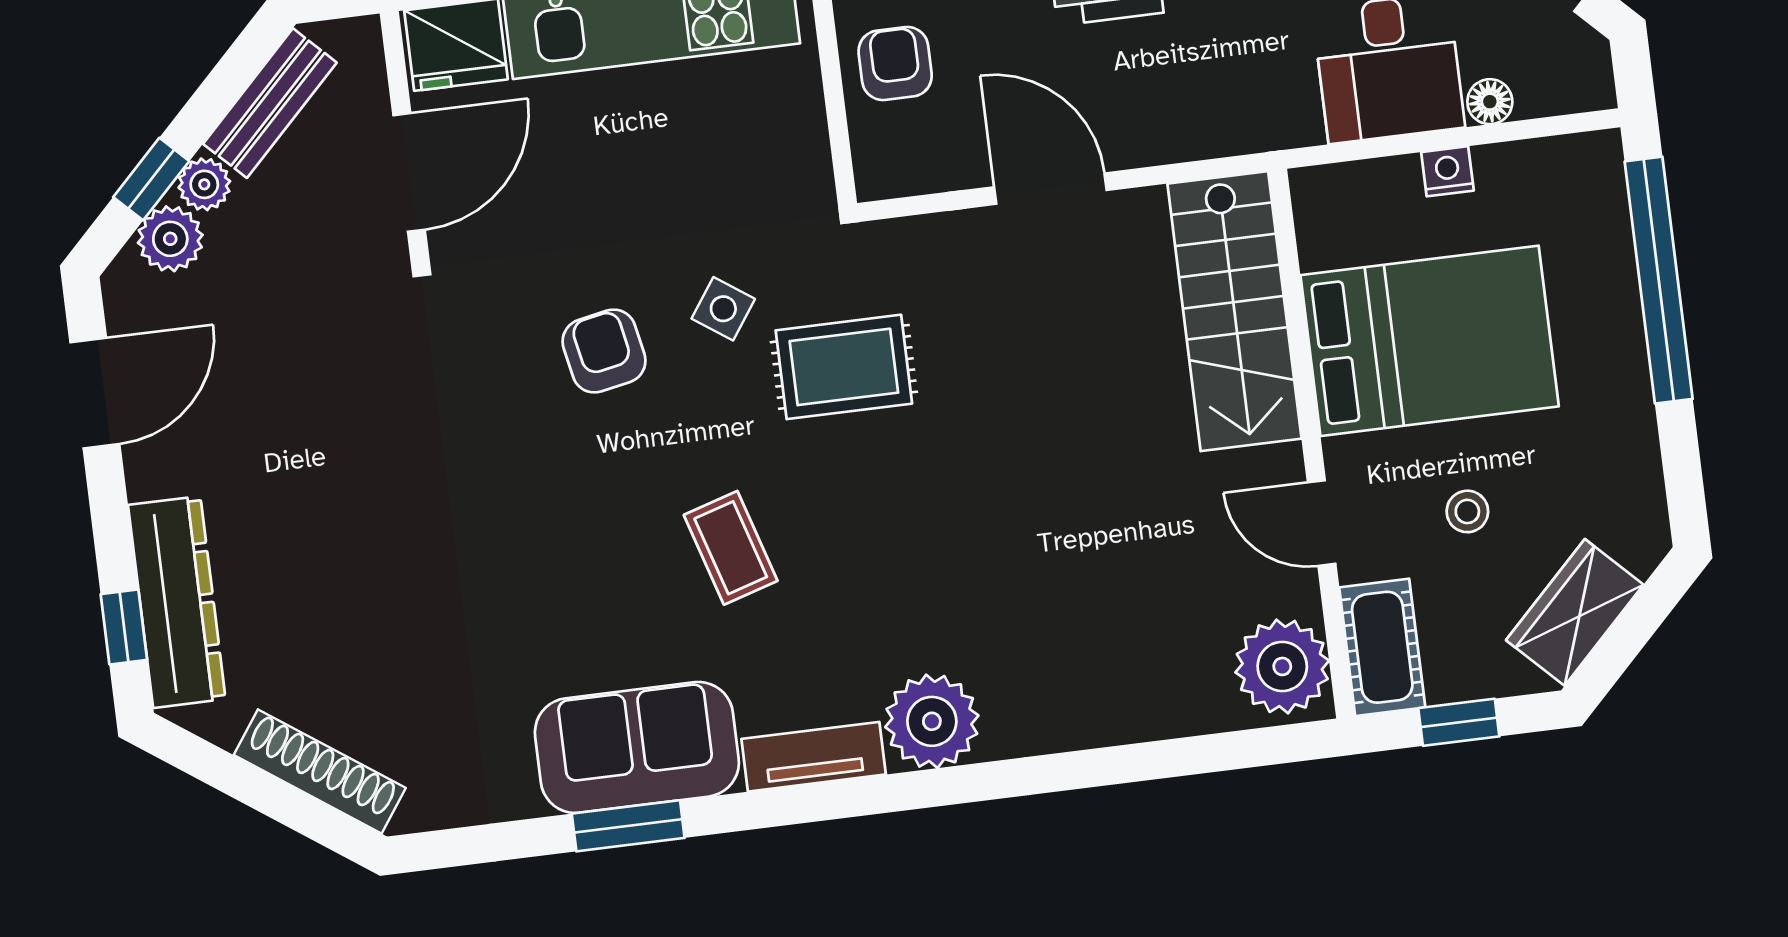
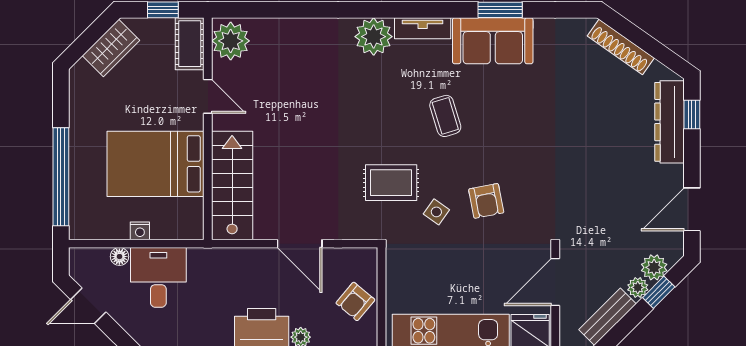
armchair: (895, 63) -> (355, 301), turned 40
stool: (1467, 511) -> (149, 94), removed

